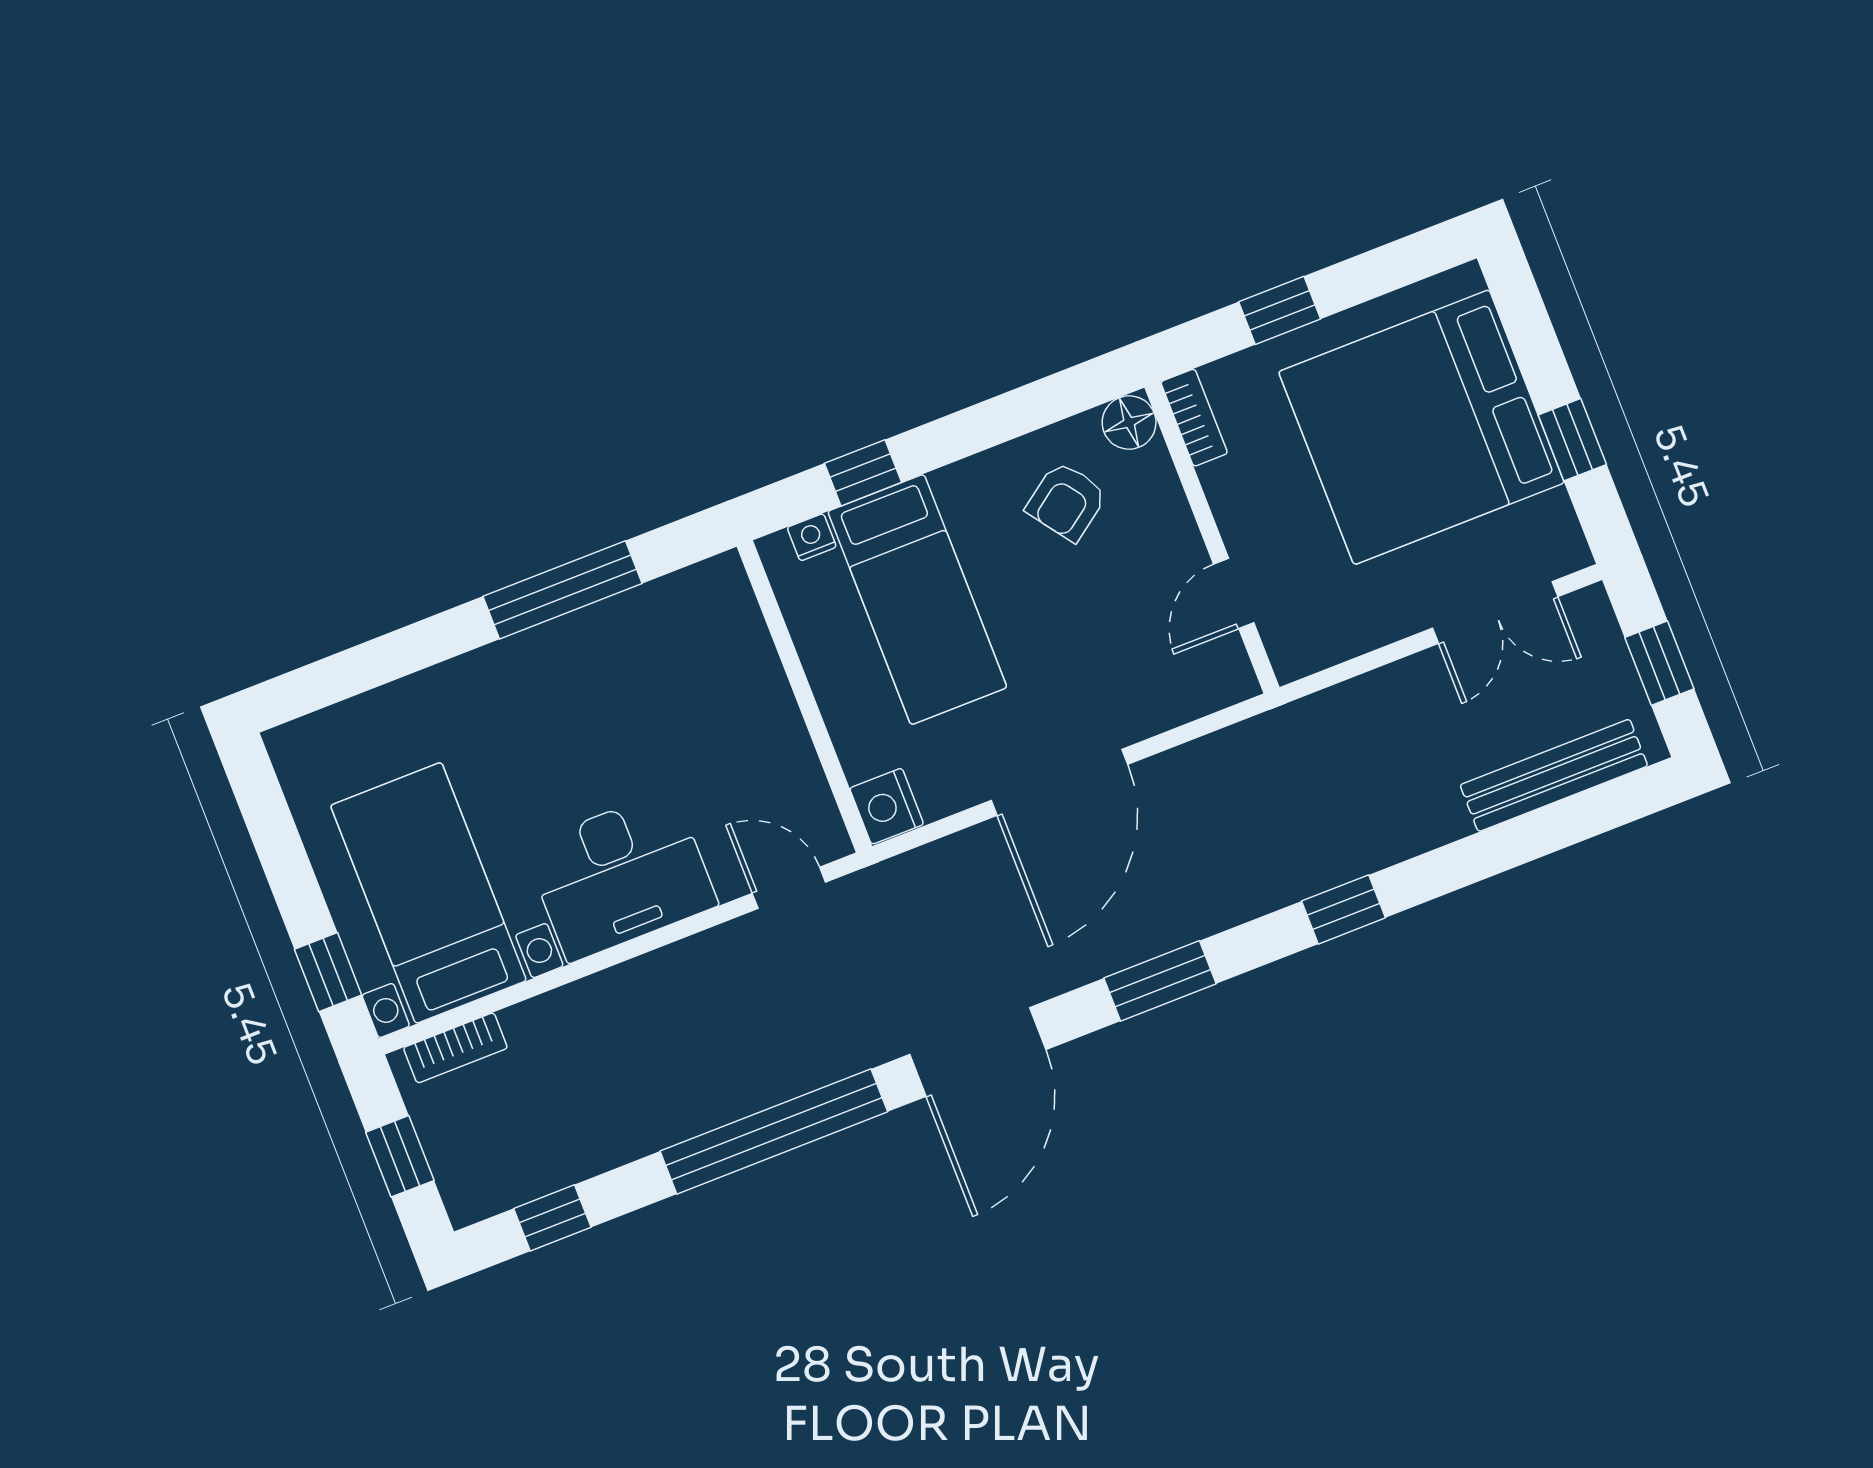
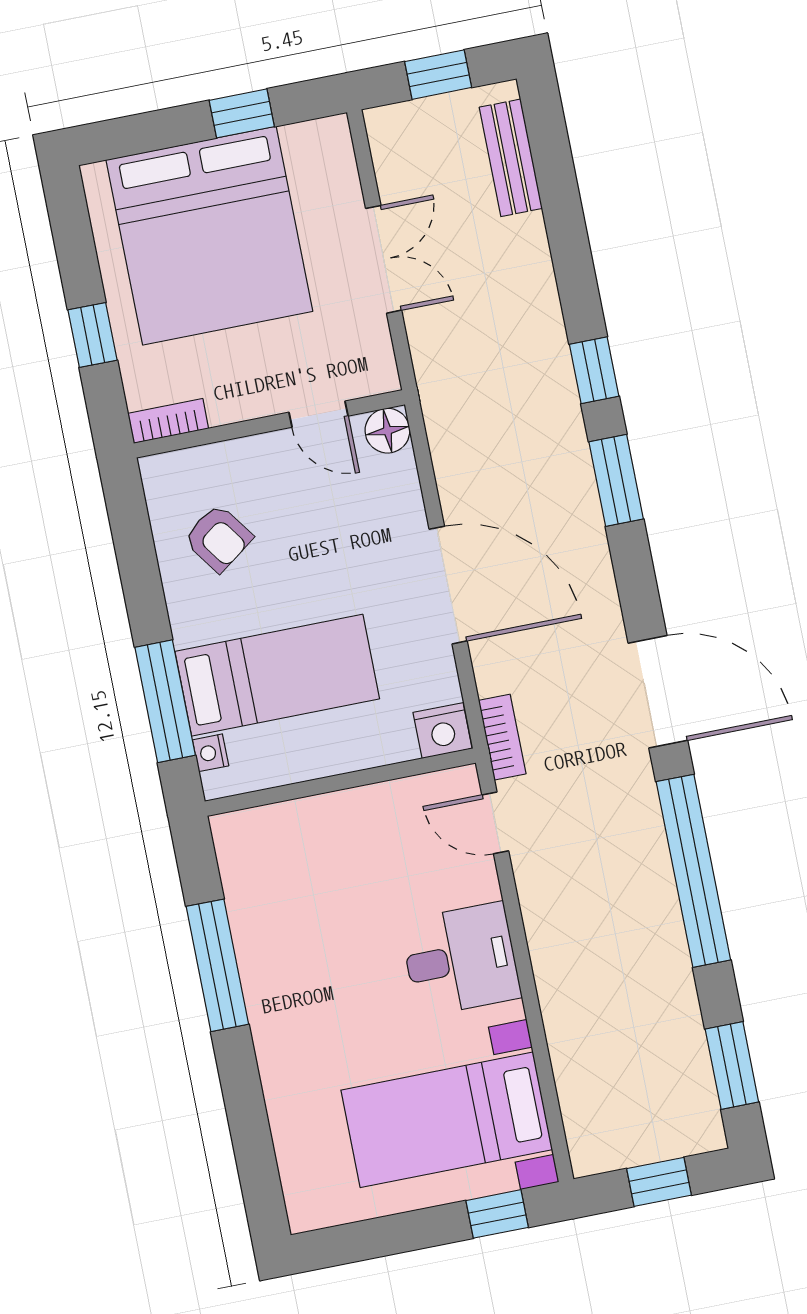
floor lamp: (1129, 422) -> (387, 431), moved
window: (863, 473) -> (165, 701), width x2.17
double door: (1495, 612) -> (384, 259), moved
bench: (1554, 775) -> (511, 158), width x0.73
desk: (621, 875) -> (460, 959), width x0.73
door: (789, 888) -> (495, 823), hinge flipped
window: (1160, 981) -> (616, 480), moved
bookcase: (455, 1048) -> (502, 737), moved
window: (552, 1218) -> (732, 1066), width x1.50

